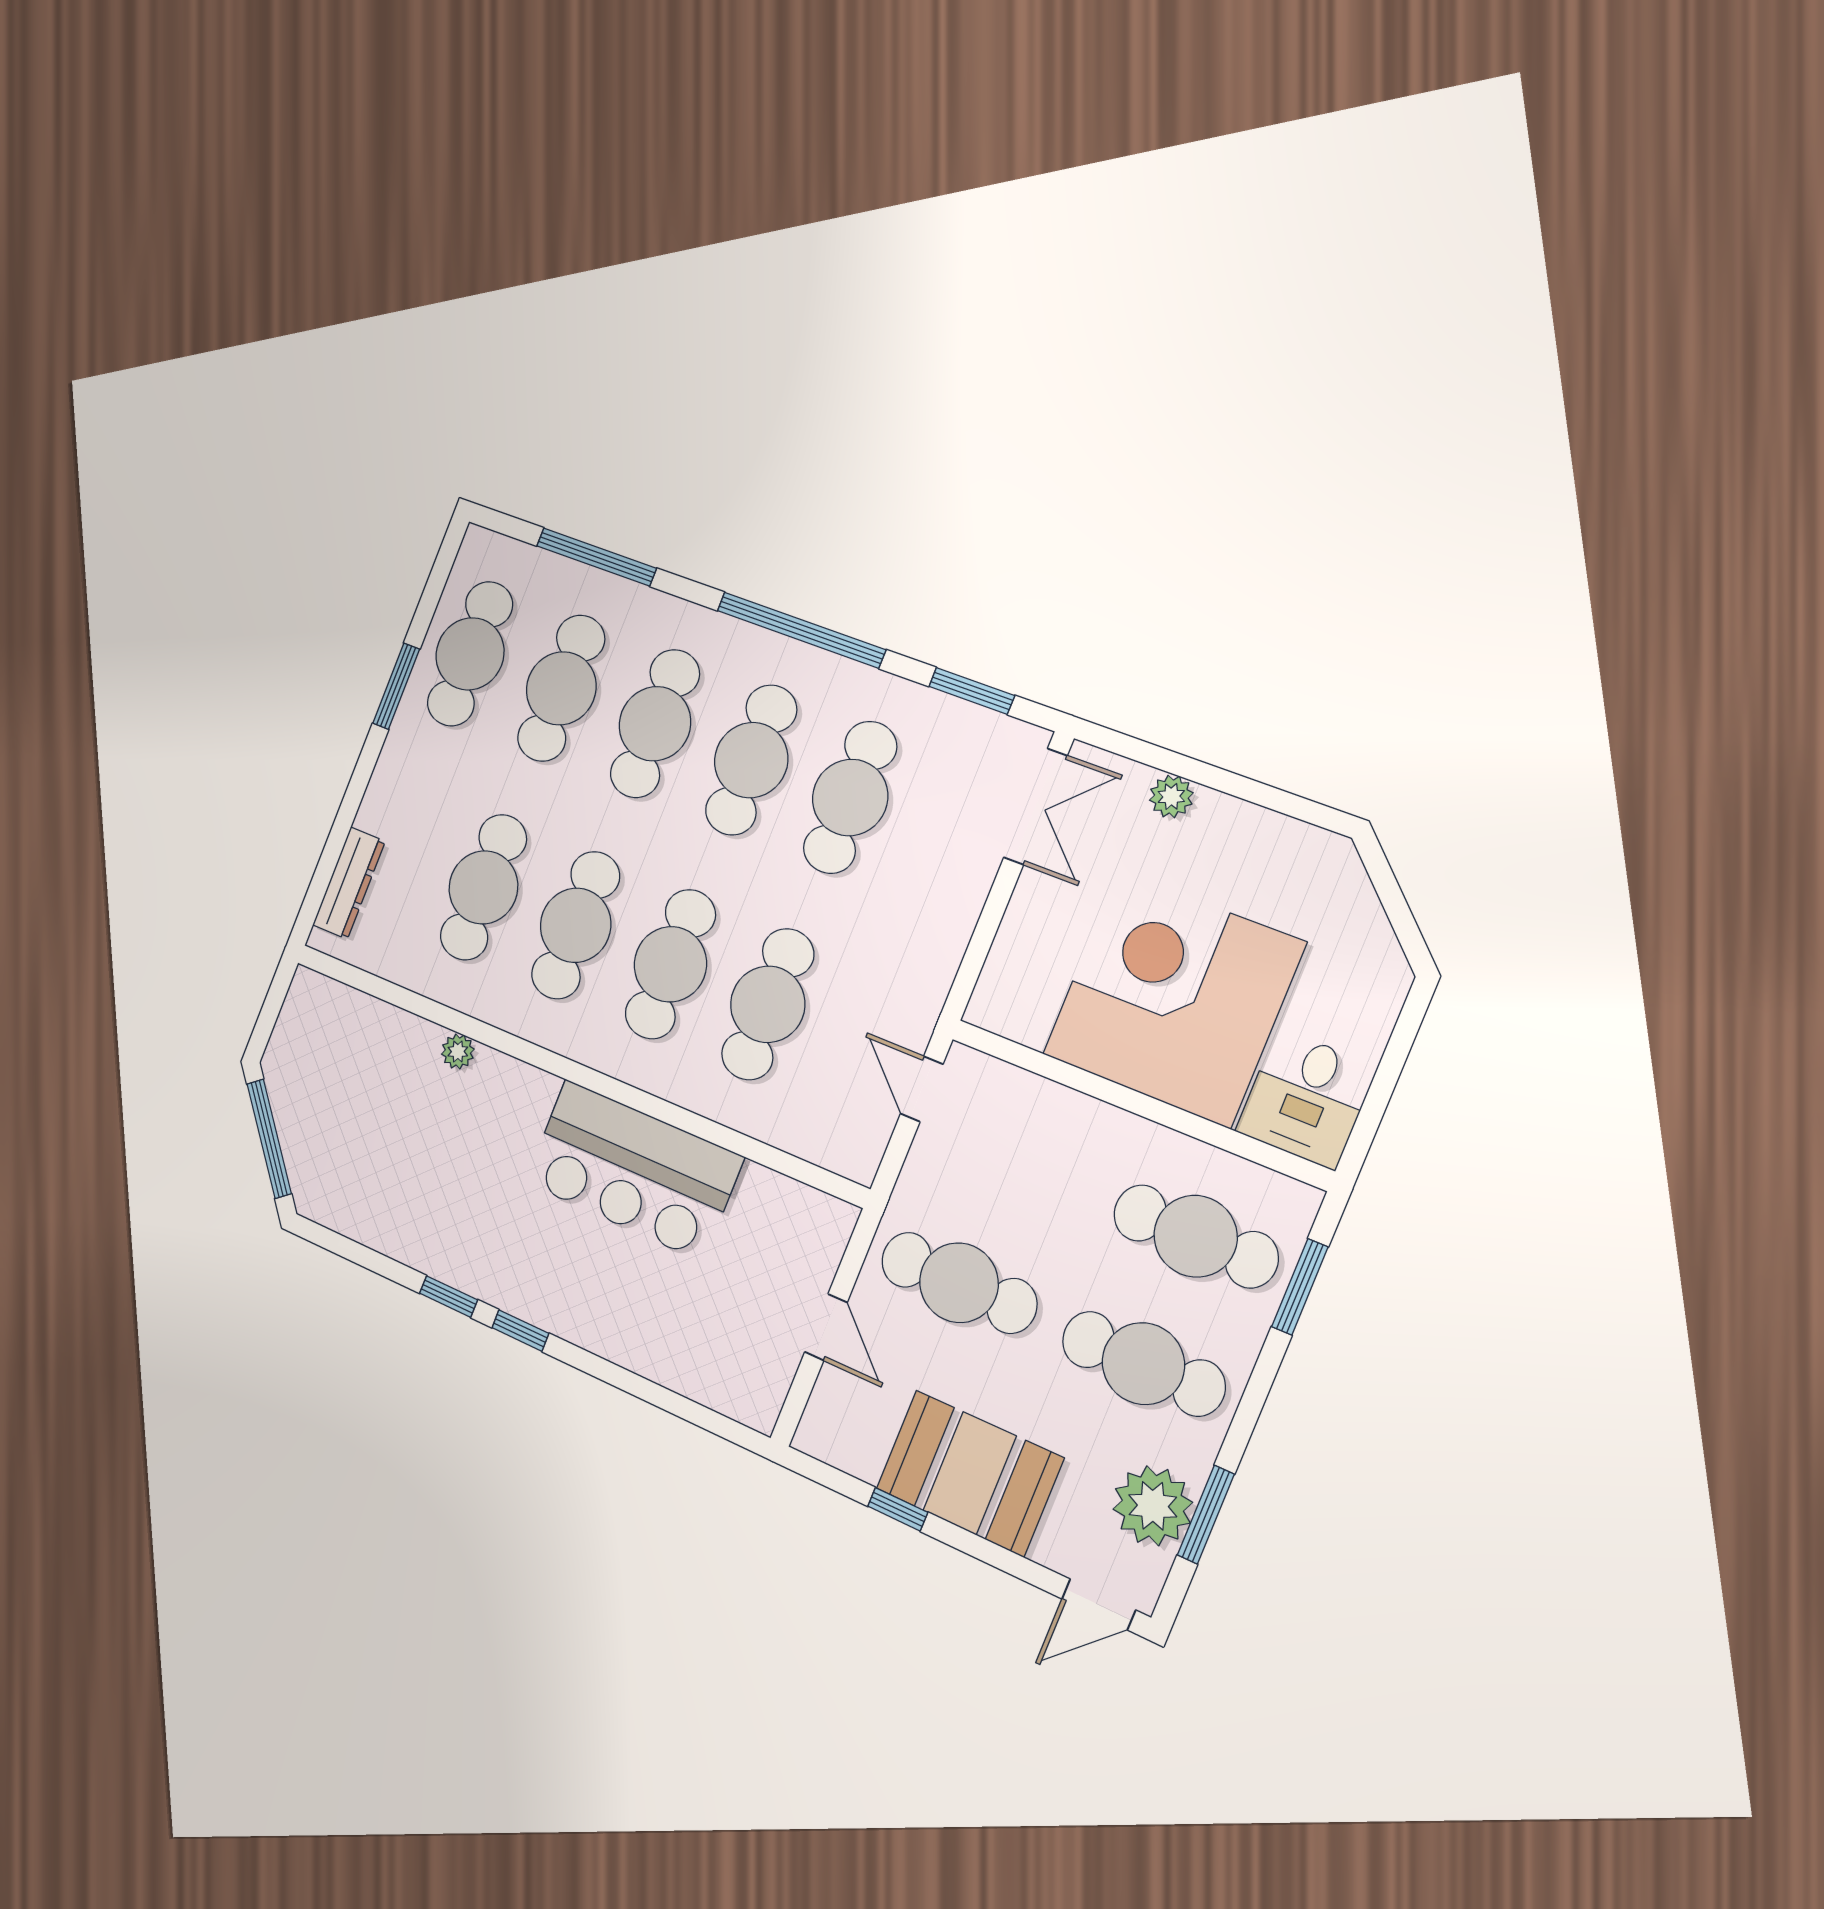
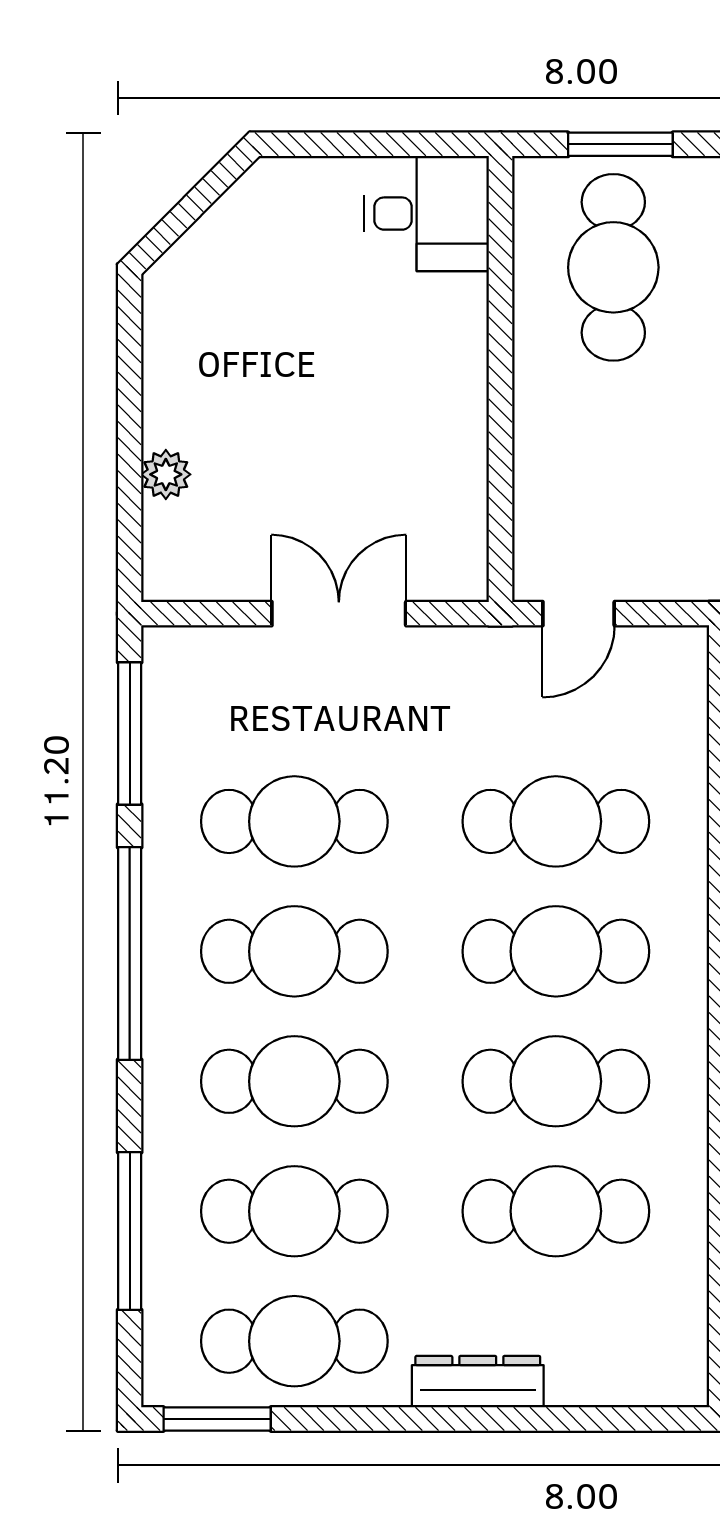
window: (396, 686) -> (217, 1419), moved
window: (972, 691) -> (130, 733), width x1.44
double door: (1035, 807) -> (339, 614), moved
dresser: (349, 883) -> (478, 1382), moved
corner desk: (1173, 999) -> (377, 388), removed

